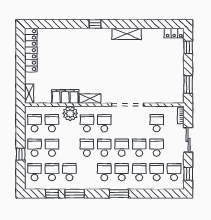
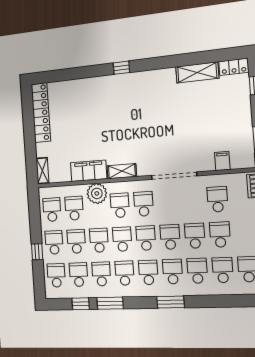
shelving: (127, 34) -> (197, 72), moved
filing cabinet: (162, 97) -> (222, 161), added
school desk: (69, 148) -> (99, 240), added
school desk: (87, 172) -> (125, 273), added

